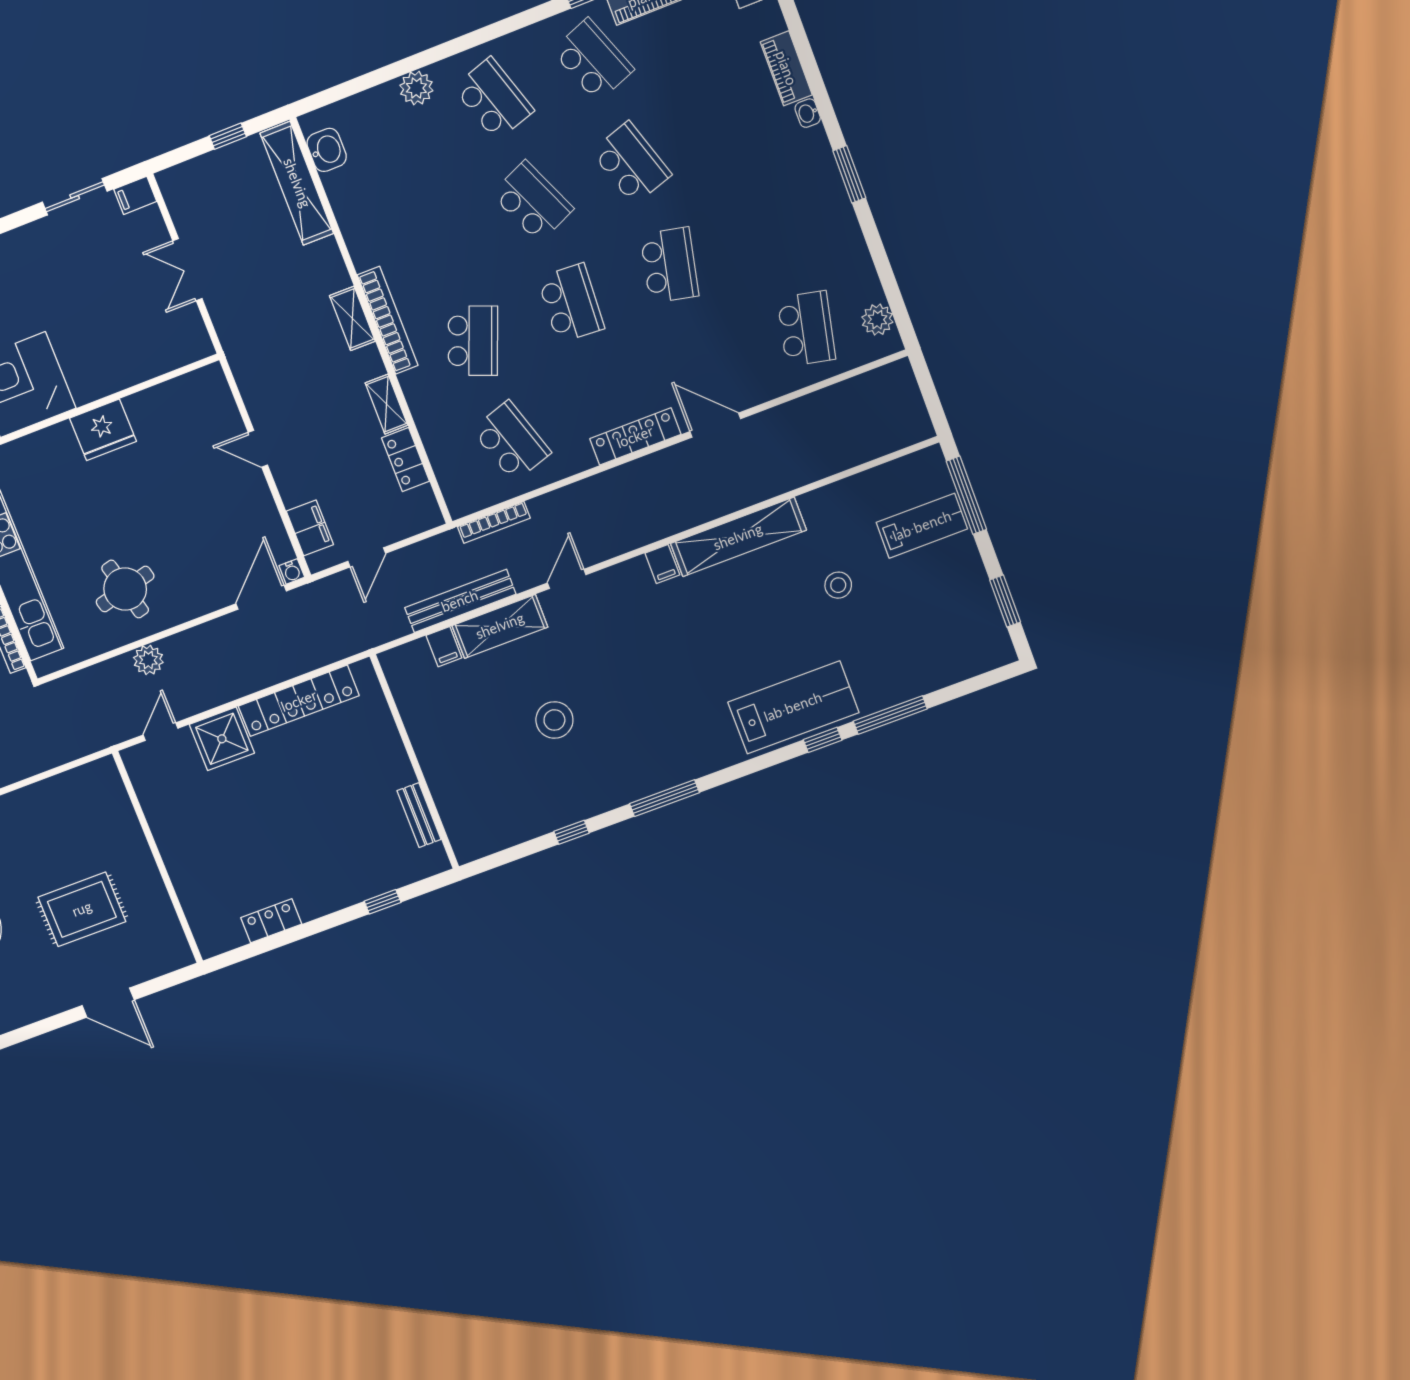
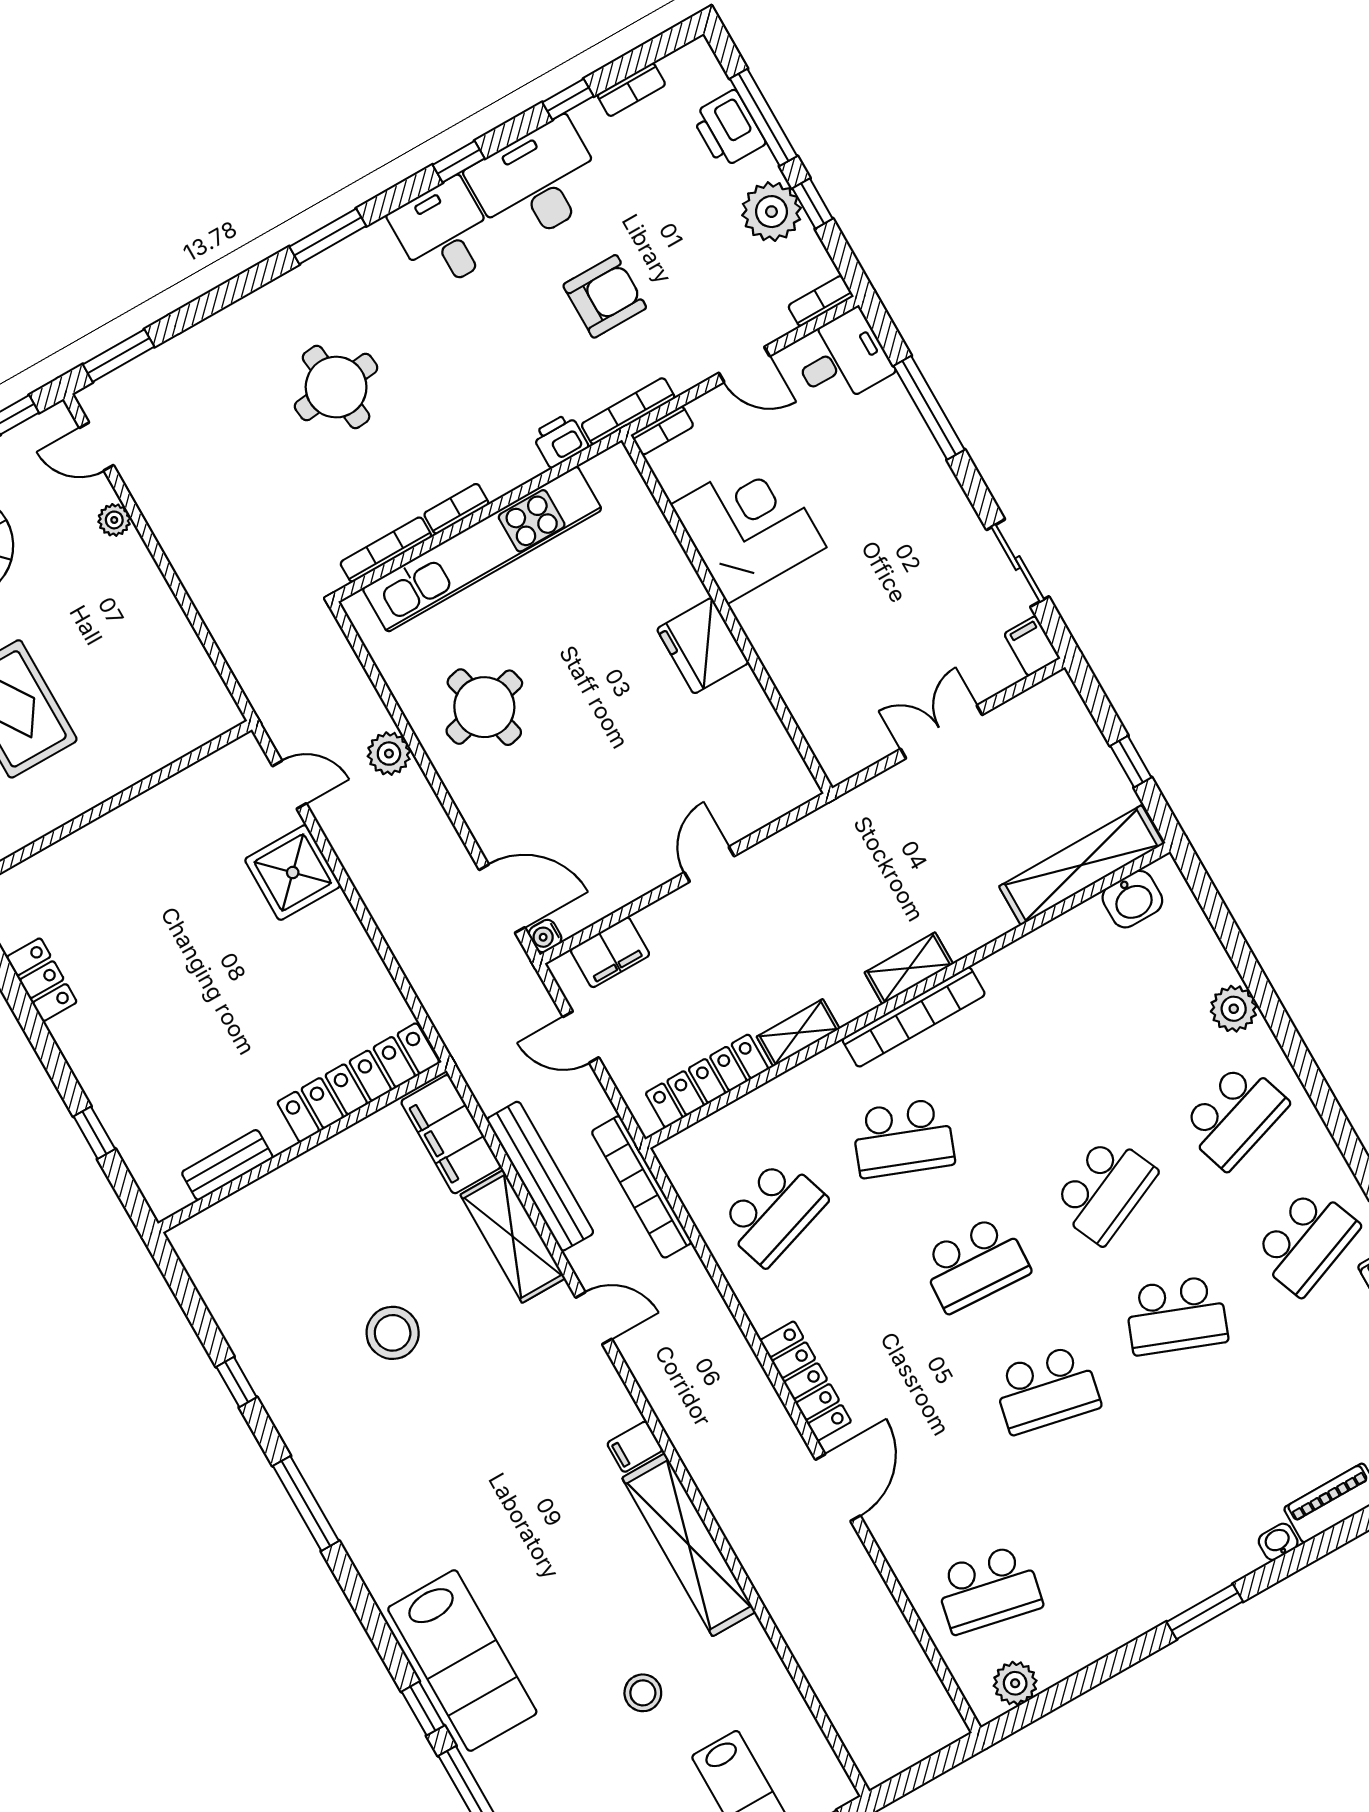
school desk: (631, 163) -> (1176, 1315), turned 39
locker: (406, 460) -> (707, 1081), width x1.53
bookcase: (494, 522) -> (642, 1187), width x1.48, depth x1.31
filing cabinet: (444, 647) -> (451, 1134), width x3.00, depth x1.17
locker: (299, 701) -> (358, 1083), moved, turned 90

